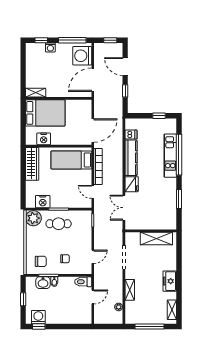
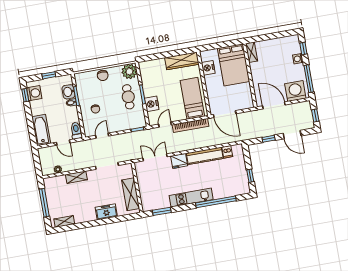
door: (125, 67) -> (292, 135), swing flipped
kitchen unit: (170, 156) -> (191, 198), moved
window: (179, 199) -> (162, 211), moved
nightstand: (43, 202) -> (152, 104), moved
door: (93, 257) -> (102, 136), swing flipped
chair: (41, 261) -> (103, 75), moved
freezer: (170, 281) -> (106, 212), moved
bathtub: (76, 317) -> (41, 130), added

